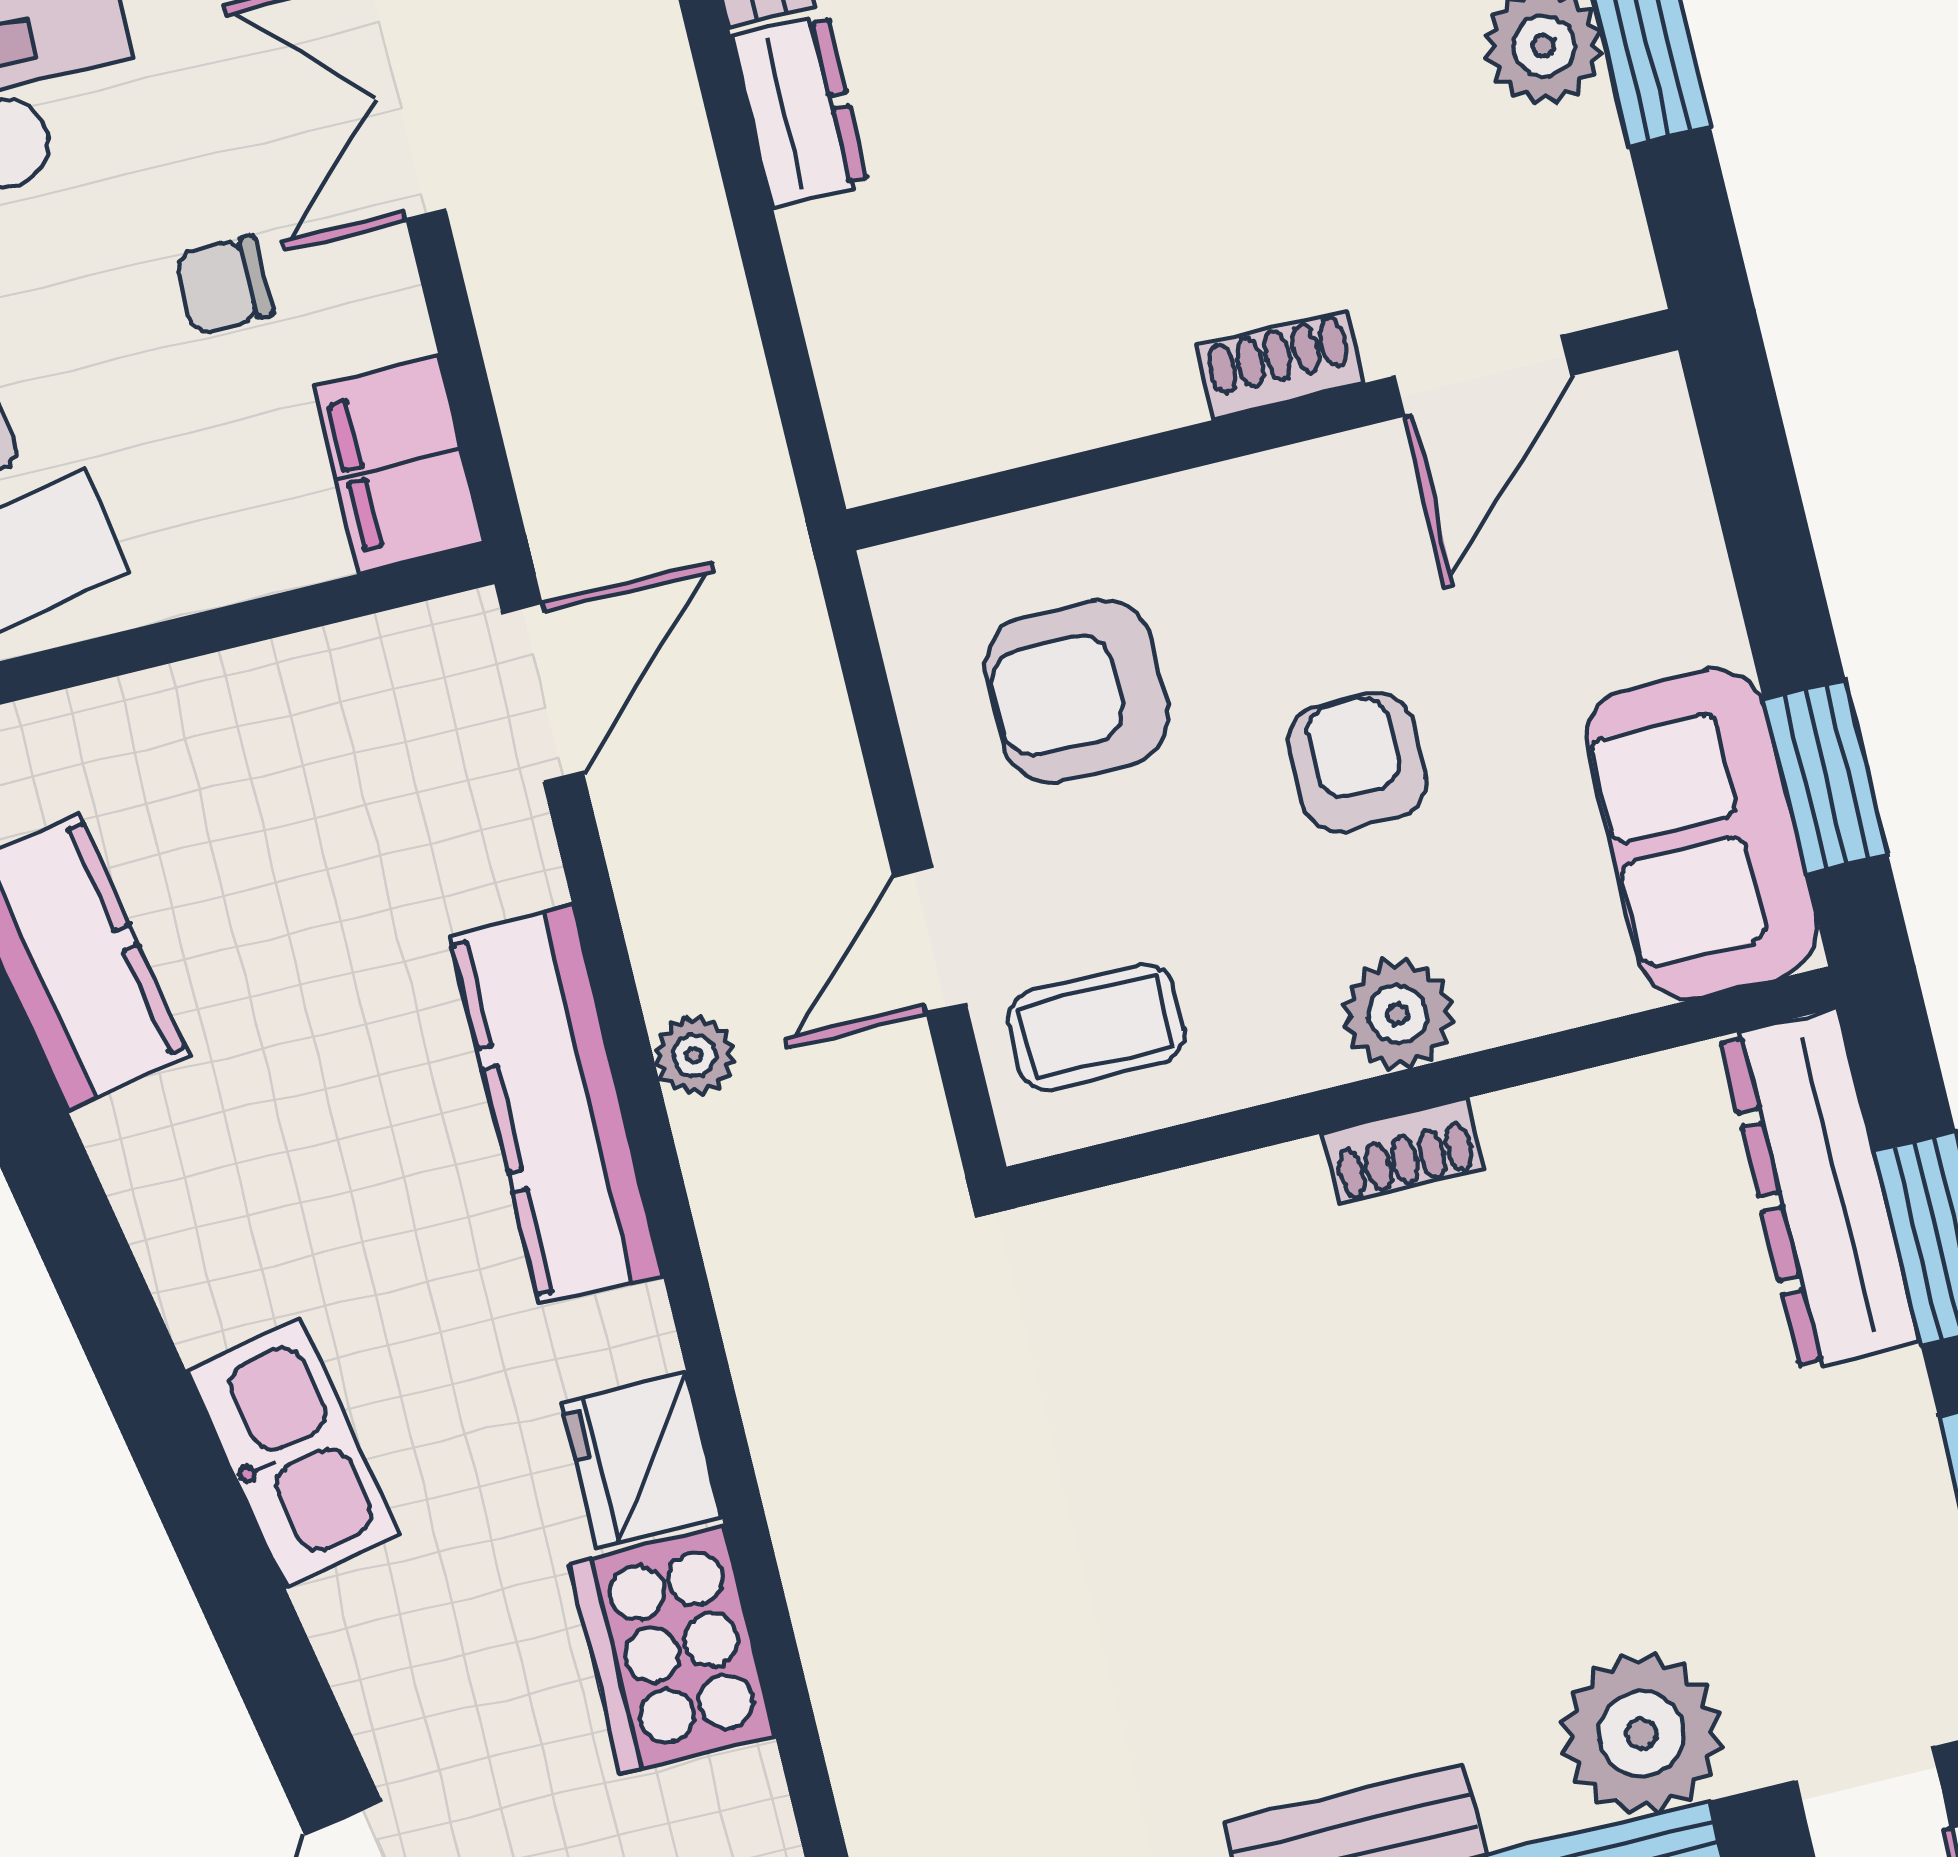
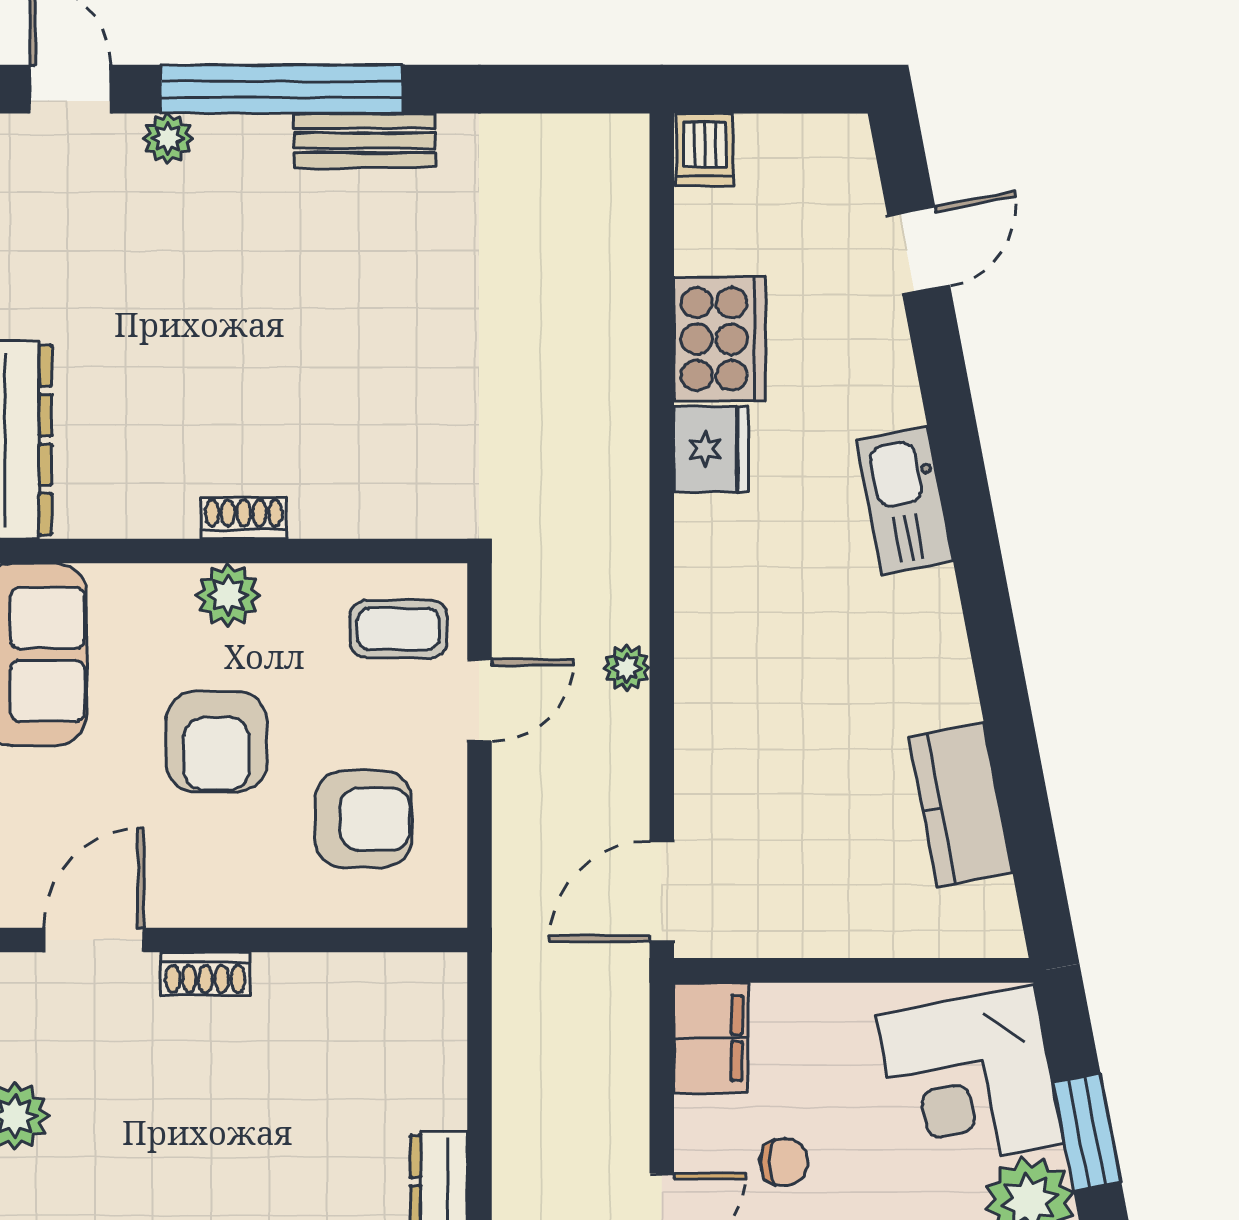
armchair: (1357, 762) -> (216, 741), width x1.38, depth x1.38
kitchen counter: (556, 1105) -> (710, 659), removed
plant: (1641, 1734) -> (168, 138), width x0.53, depth x0.53

